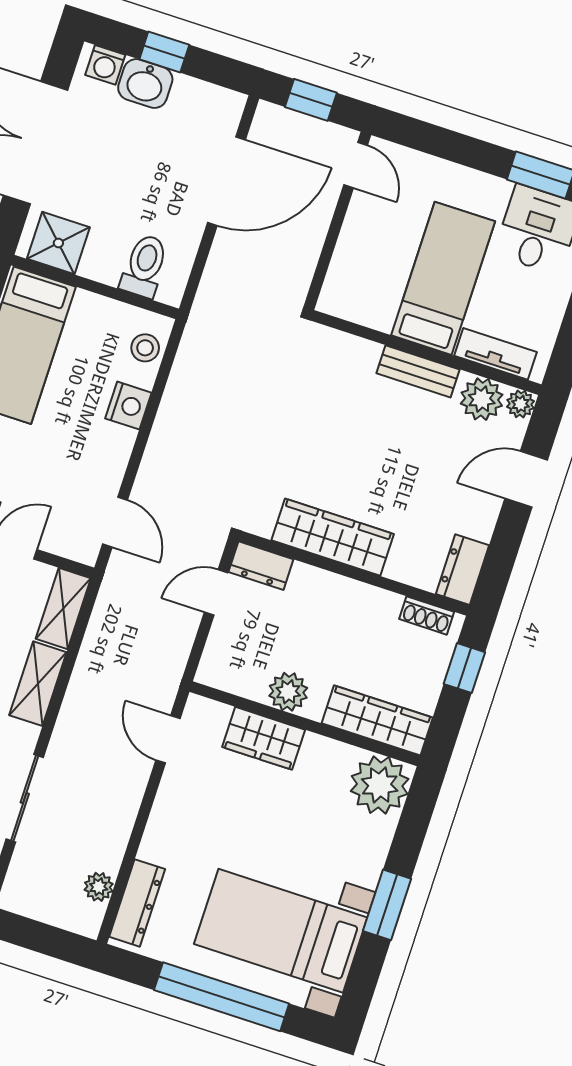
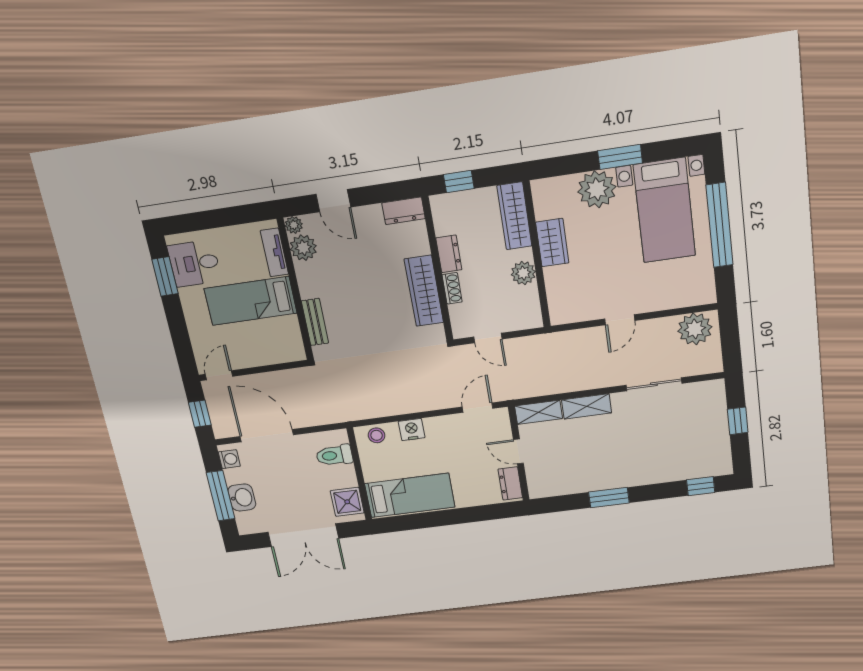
window: (164, 52) -> (221, 496), width x2.17
washing machine: (105, 65) -> (229, 459), moved
bench: (418, 371) -> (315, 322), moved
dresser: (261, 566) -> (449, 254), moved
shoe rack: (427, 615) -> (452, 288), moved
wardrobe: (264, 738) -> (552, 243), moved
door: (168, 739) -> (620, 320), moved
plant: (380, 785) -> (597, 189), moved
plant: (99, 887) -> (695, 329), width x1.87, depth x1.87
dresser: (137, 903) -> (686, 298), removed

